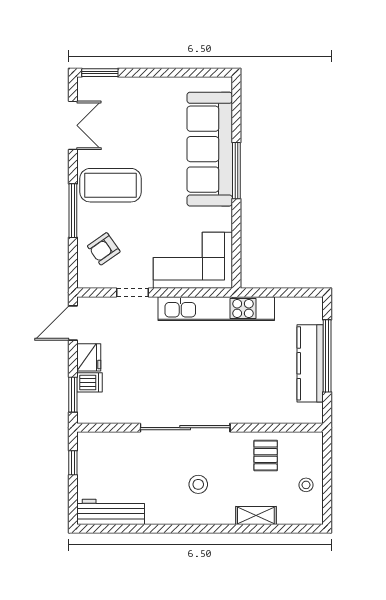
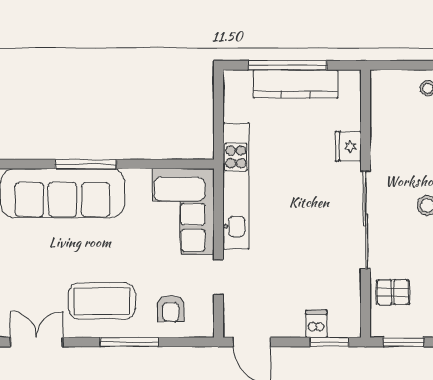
coffee table: (111, 185) -> (102, 301), turned 90
armchair: (104, 249) -> (171, 308), turned 35
fridge: (89, 357) -> (348, 146), moved, turned -90
pallet: (266, 455) -> (393, 292), moved
window: (73, 463) -> (404, 342), width x1.50

